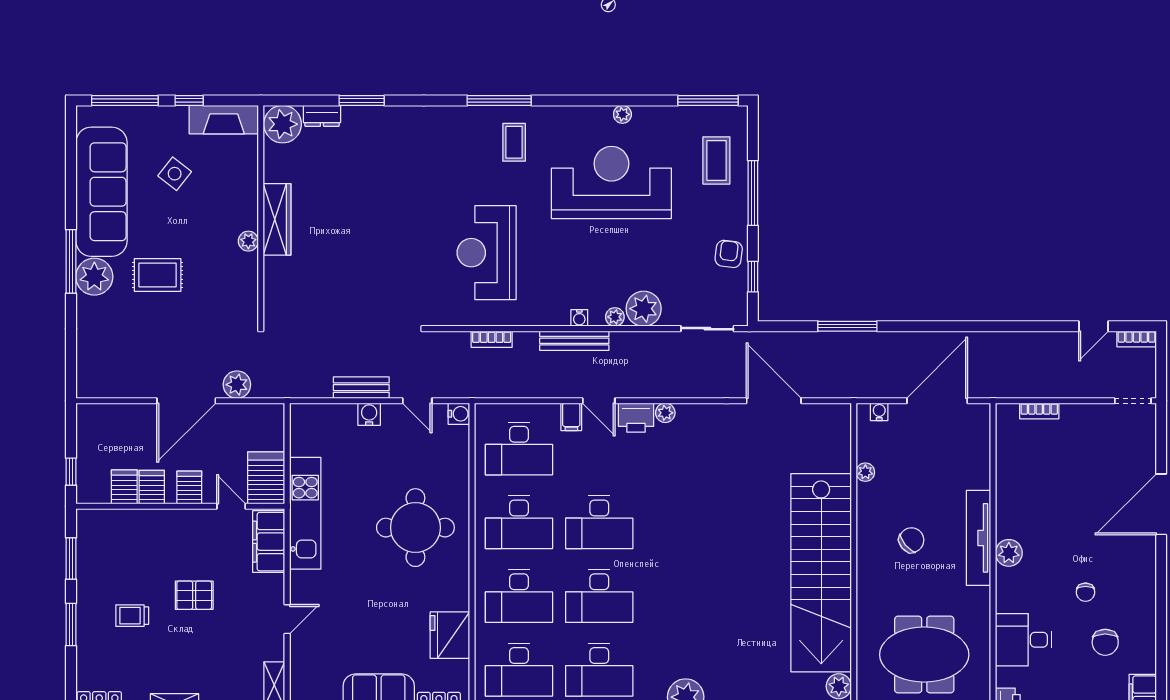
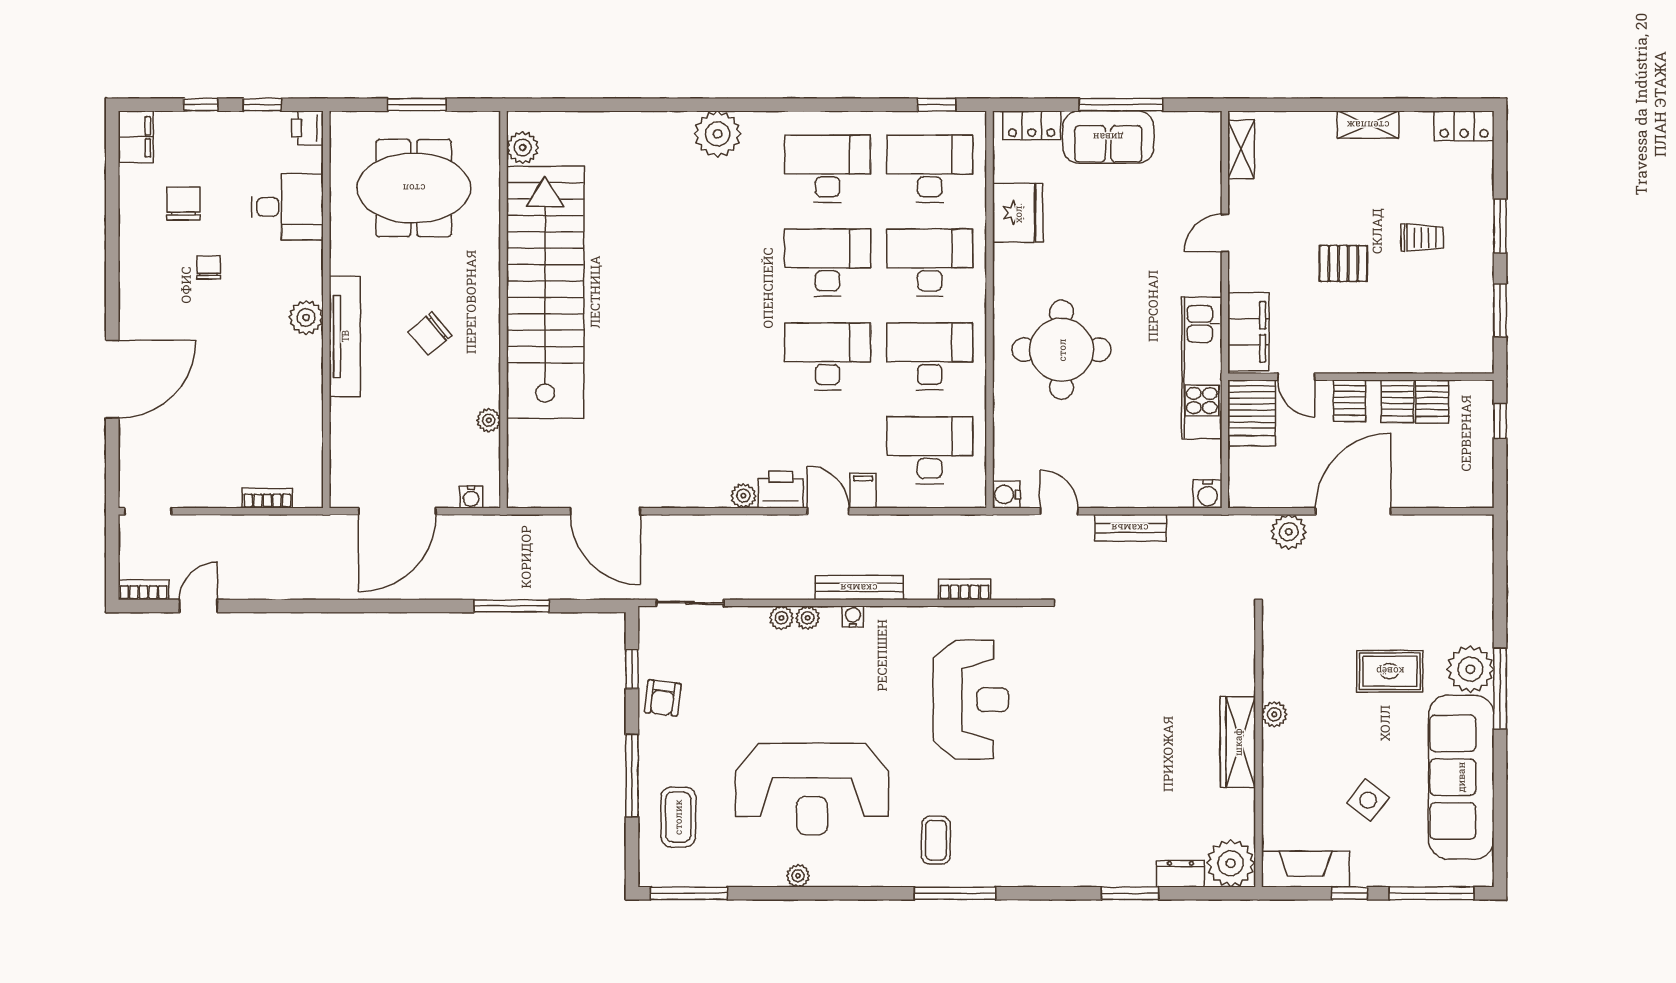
plant: (644, 309) -> (781, 618), width x0.53, depth x0.53
water cooler: (369, 414) -> (1208, 494), moved

